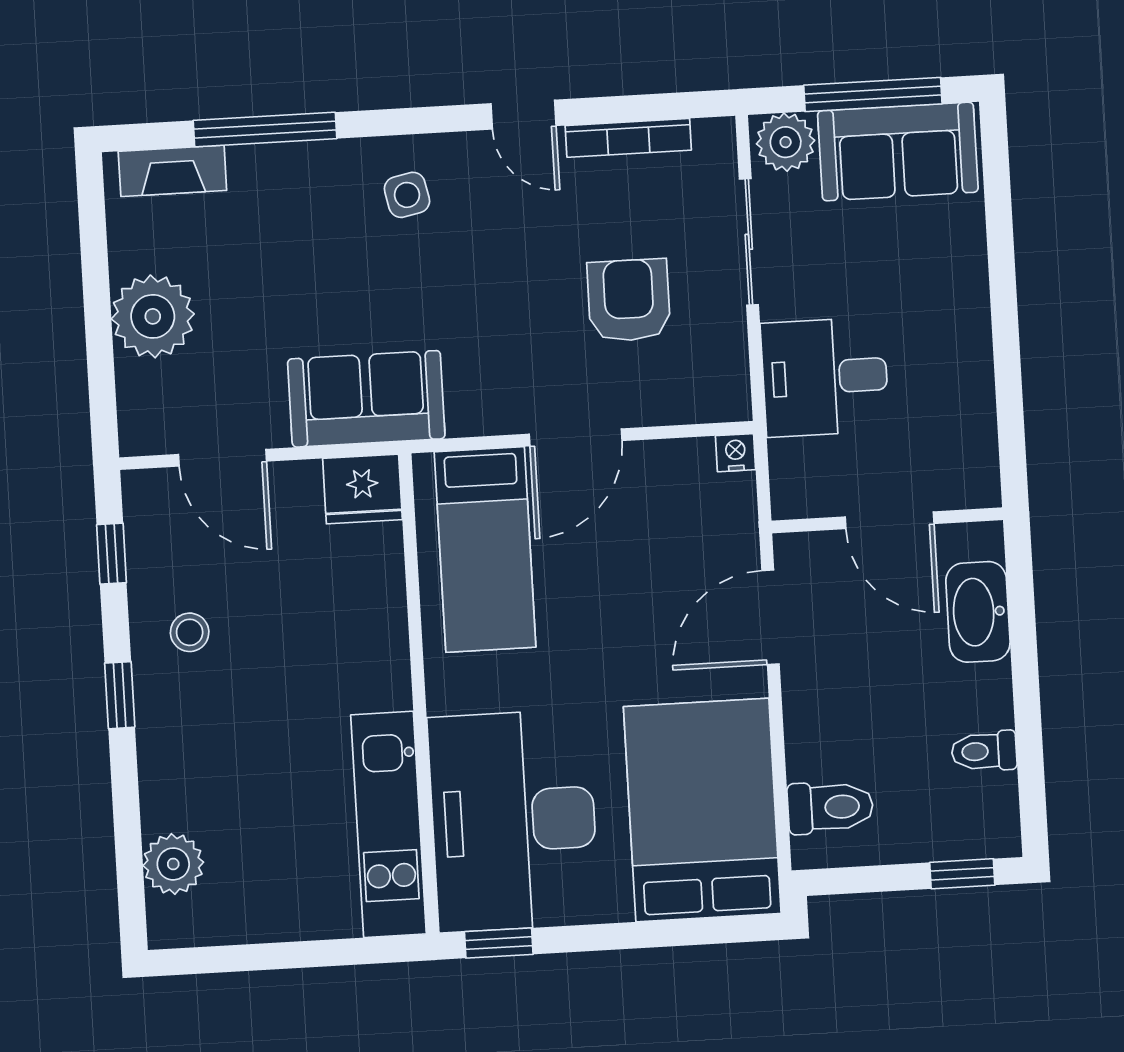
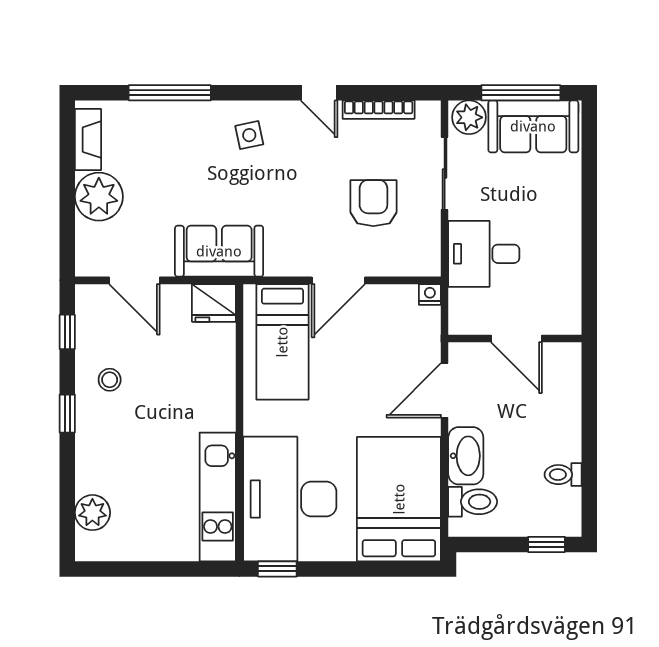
fireplace: (172, 171) -> (88, 140), moved, turned -90
washbasin: (978, 612) -> (466, 456), moved, turned 180

